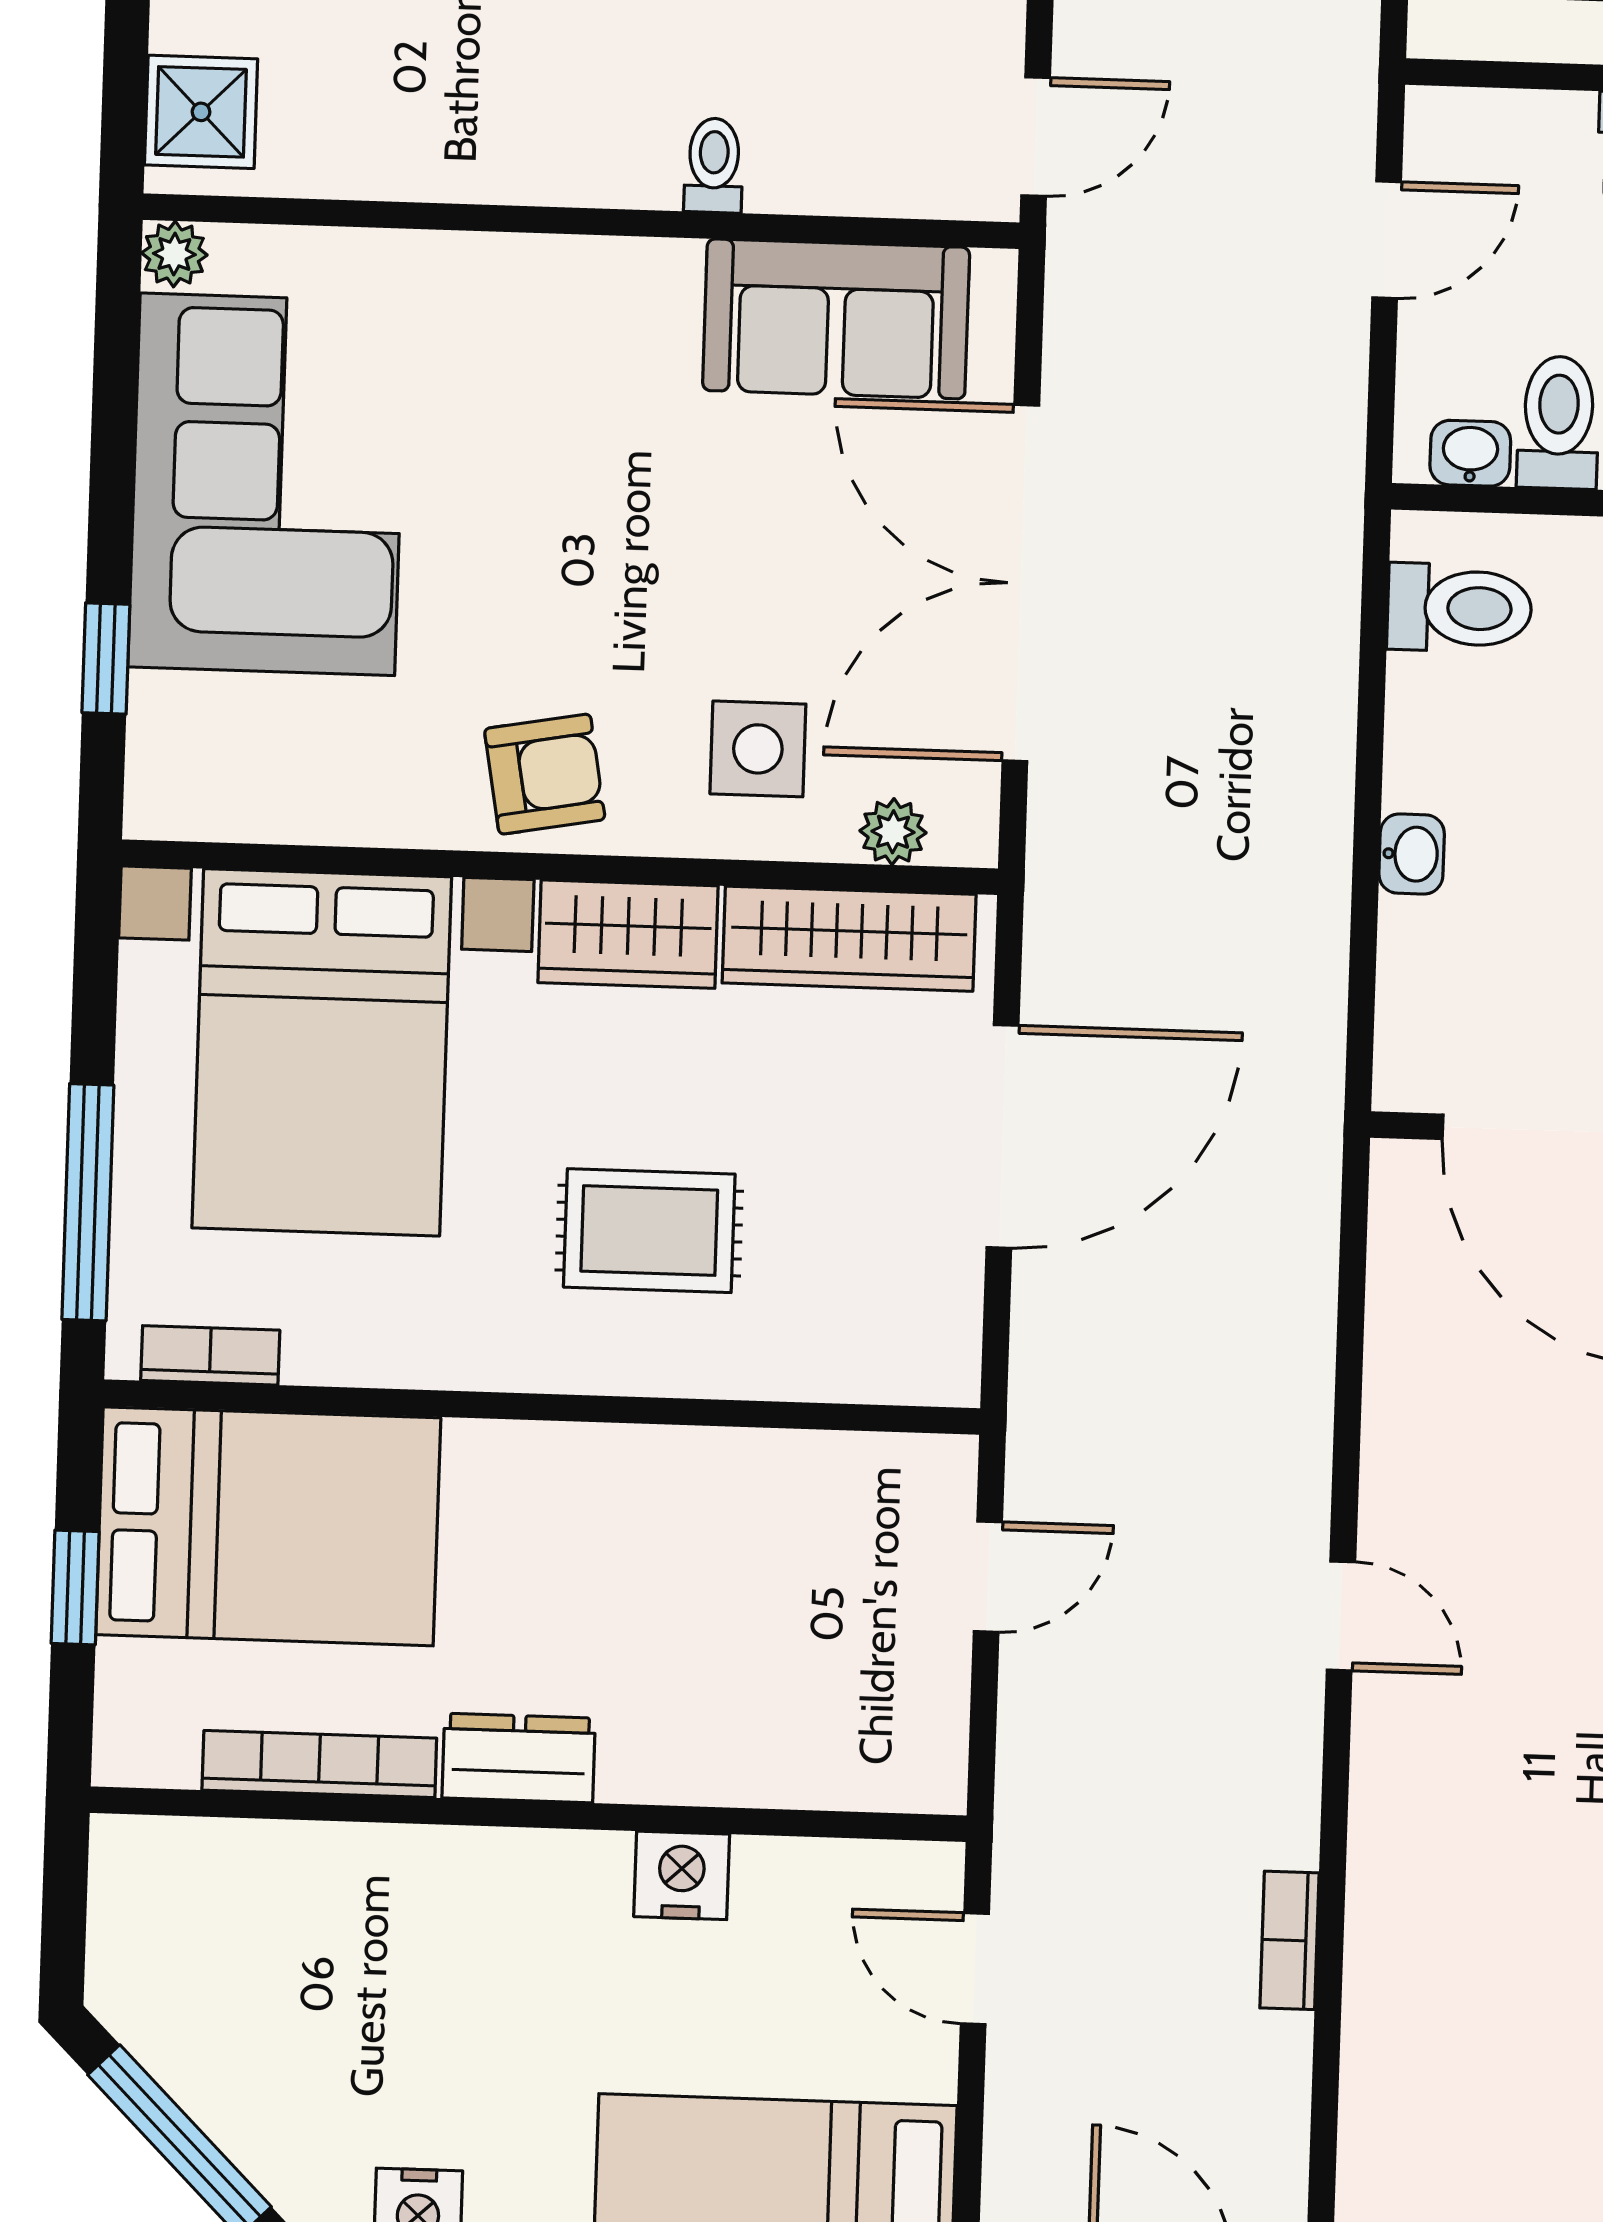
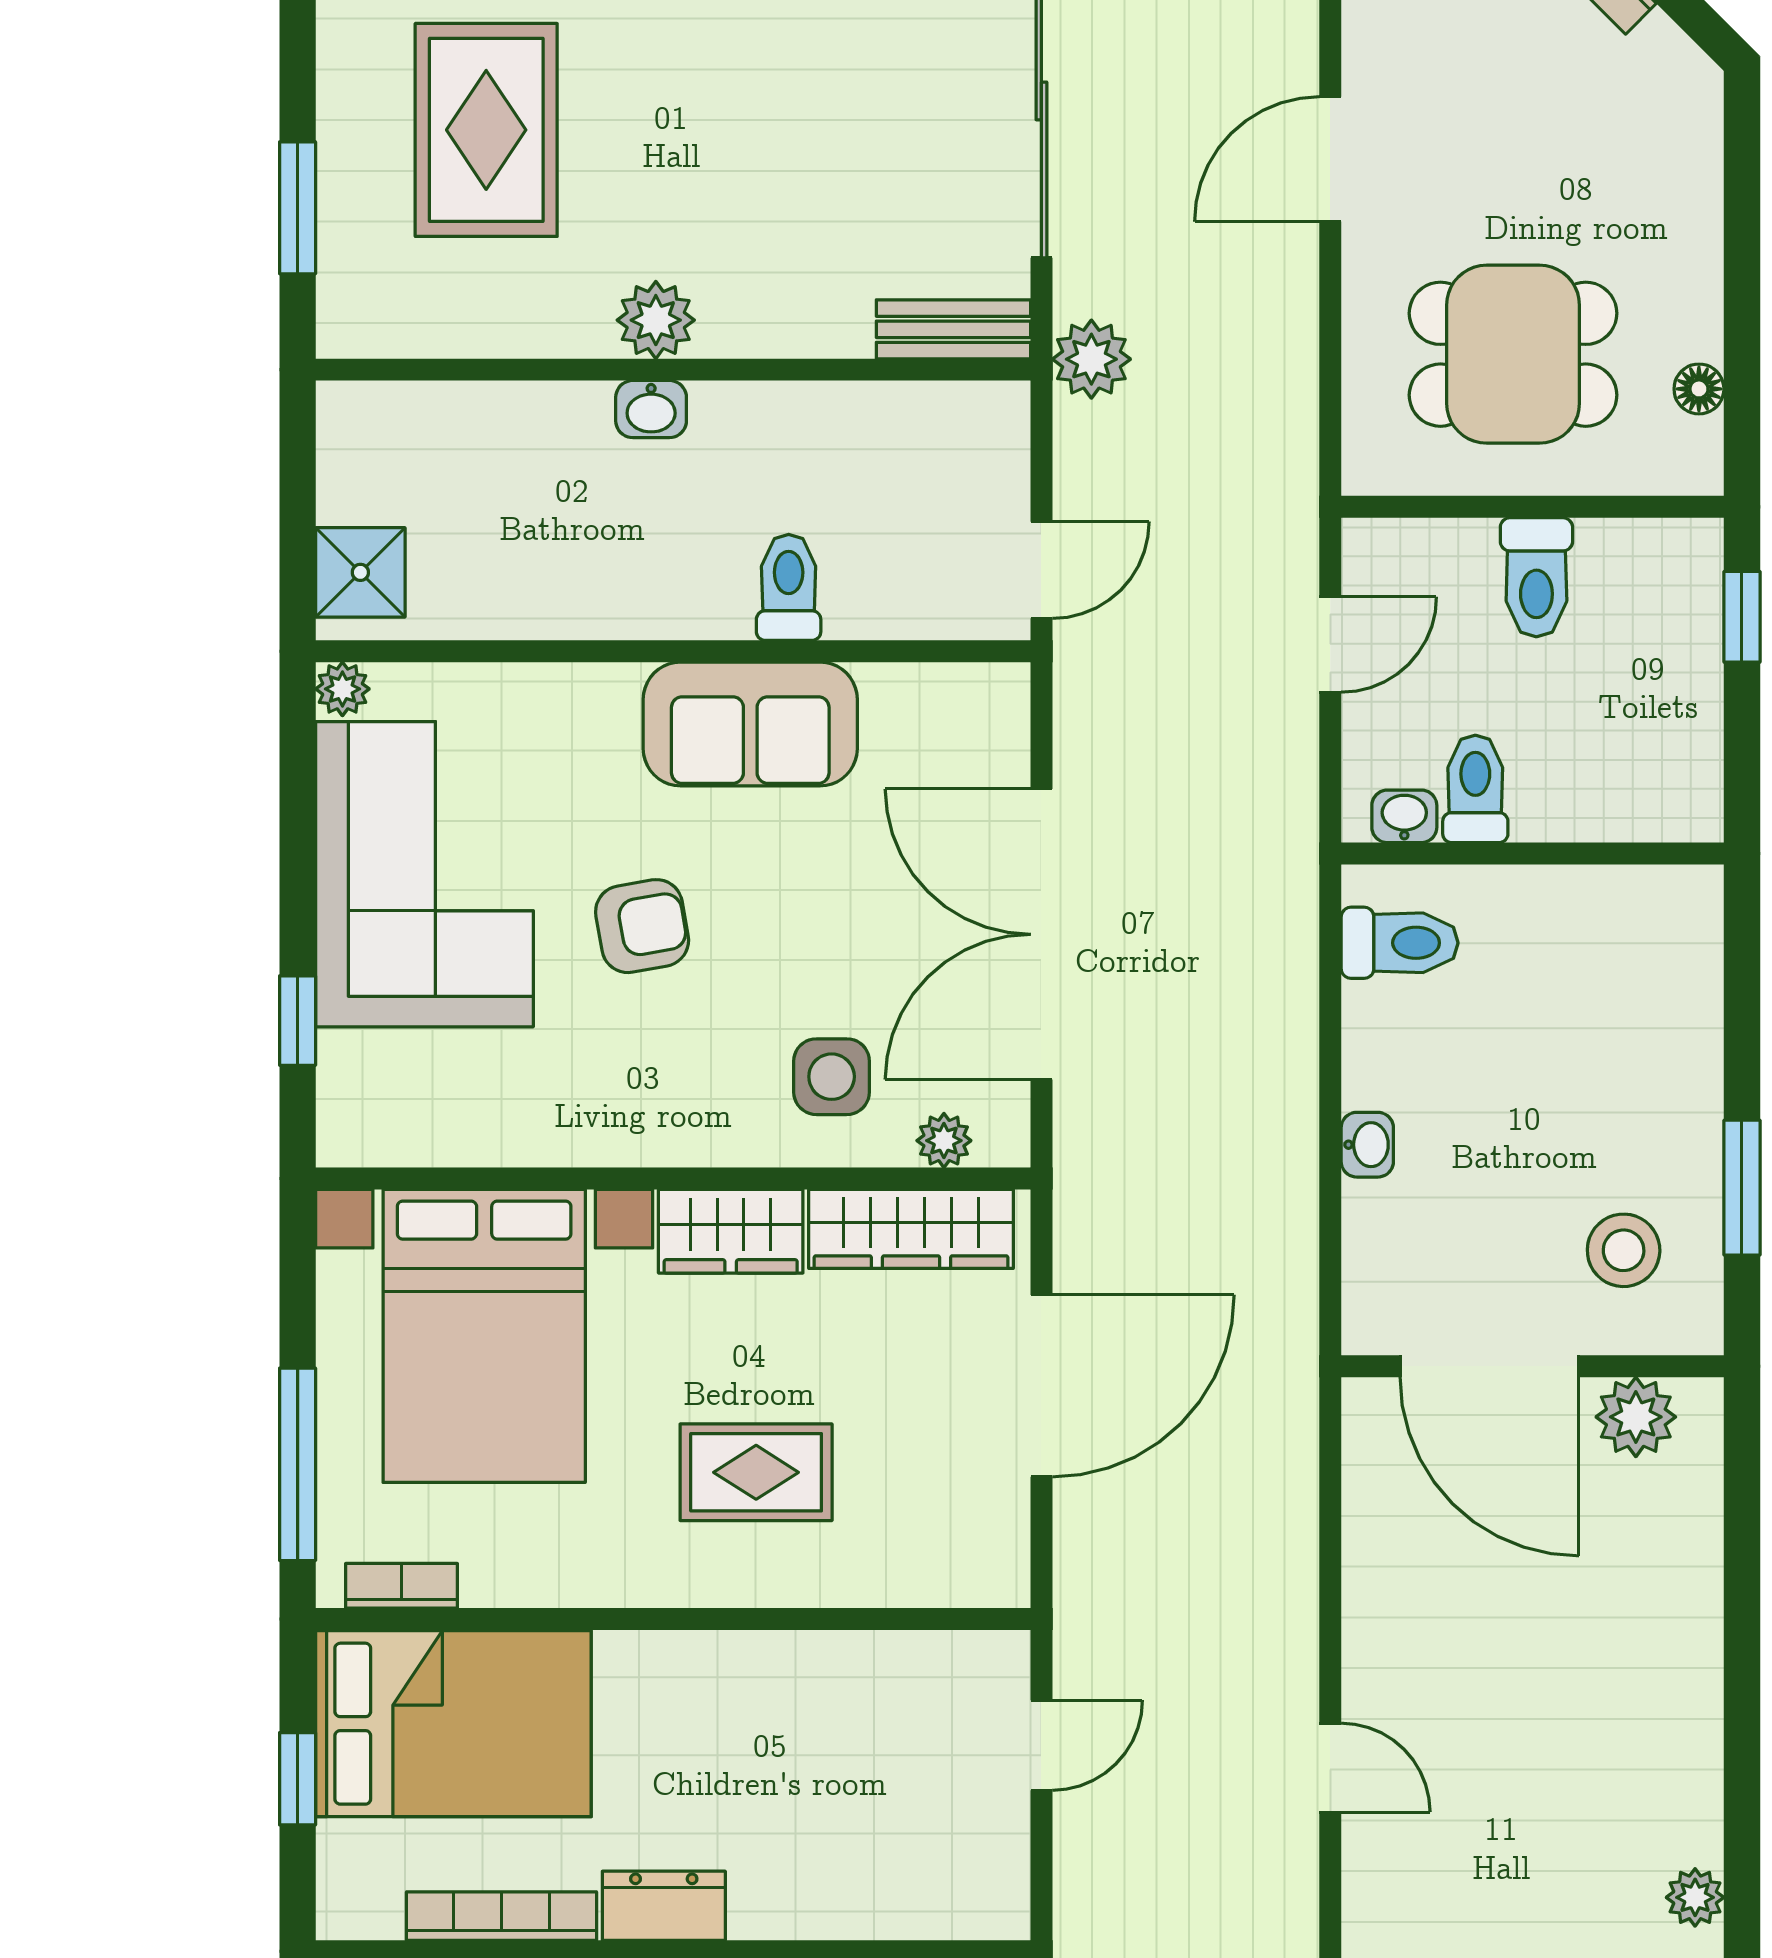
toilet: (714, 165) -> (789, 587), width x1.37, depth x1.39
sofa: (836, 319) -> (750, 724), moved
armchair: (545, 774) -> (642, 926), moved

